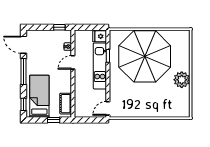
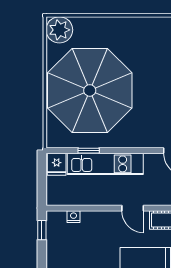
door: (73, 62) -> (133, 208), moved
plant: (182, 80) -> (59, 30), moved

